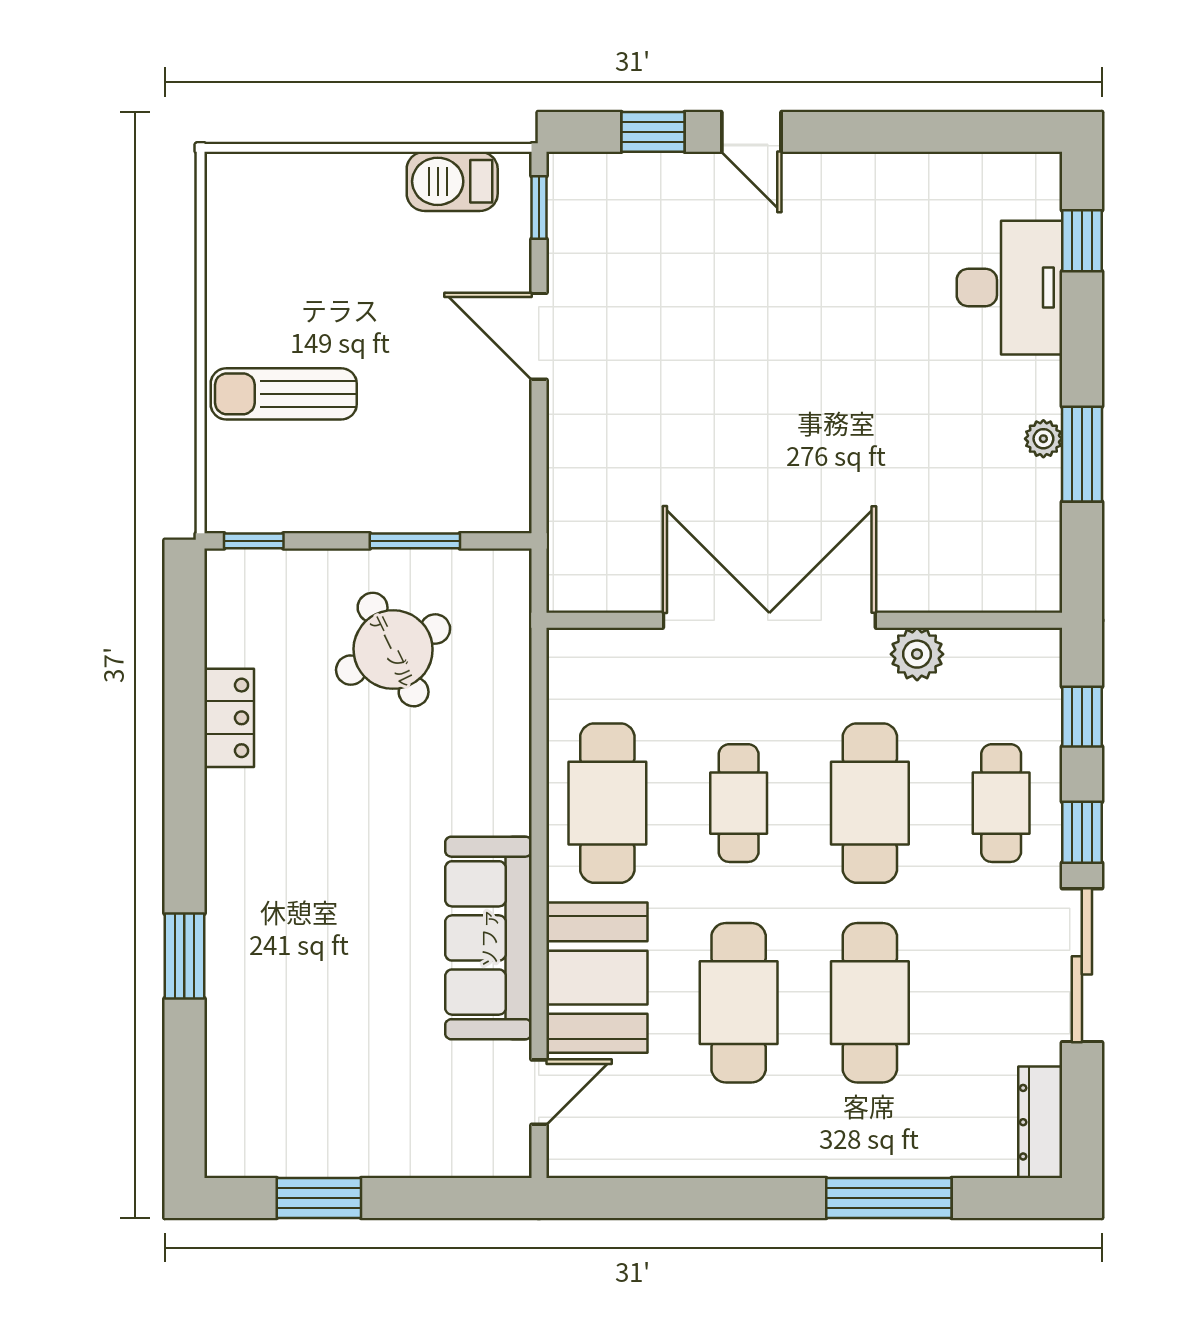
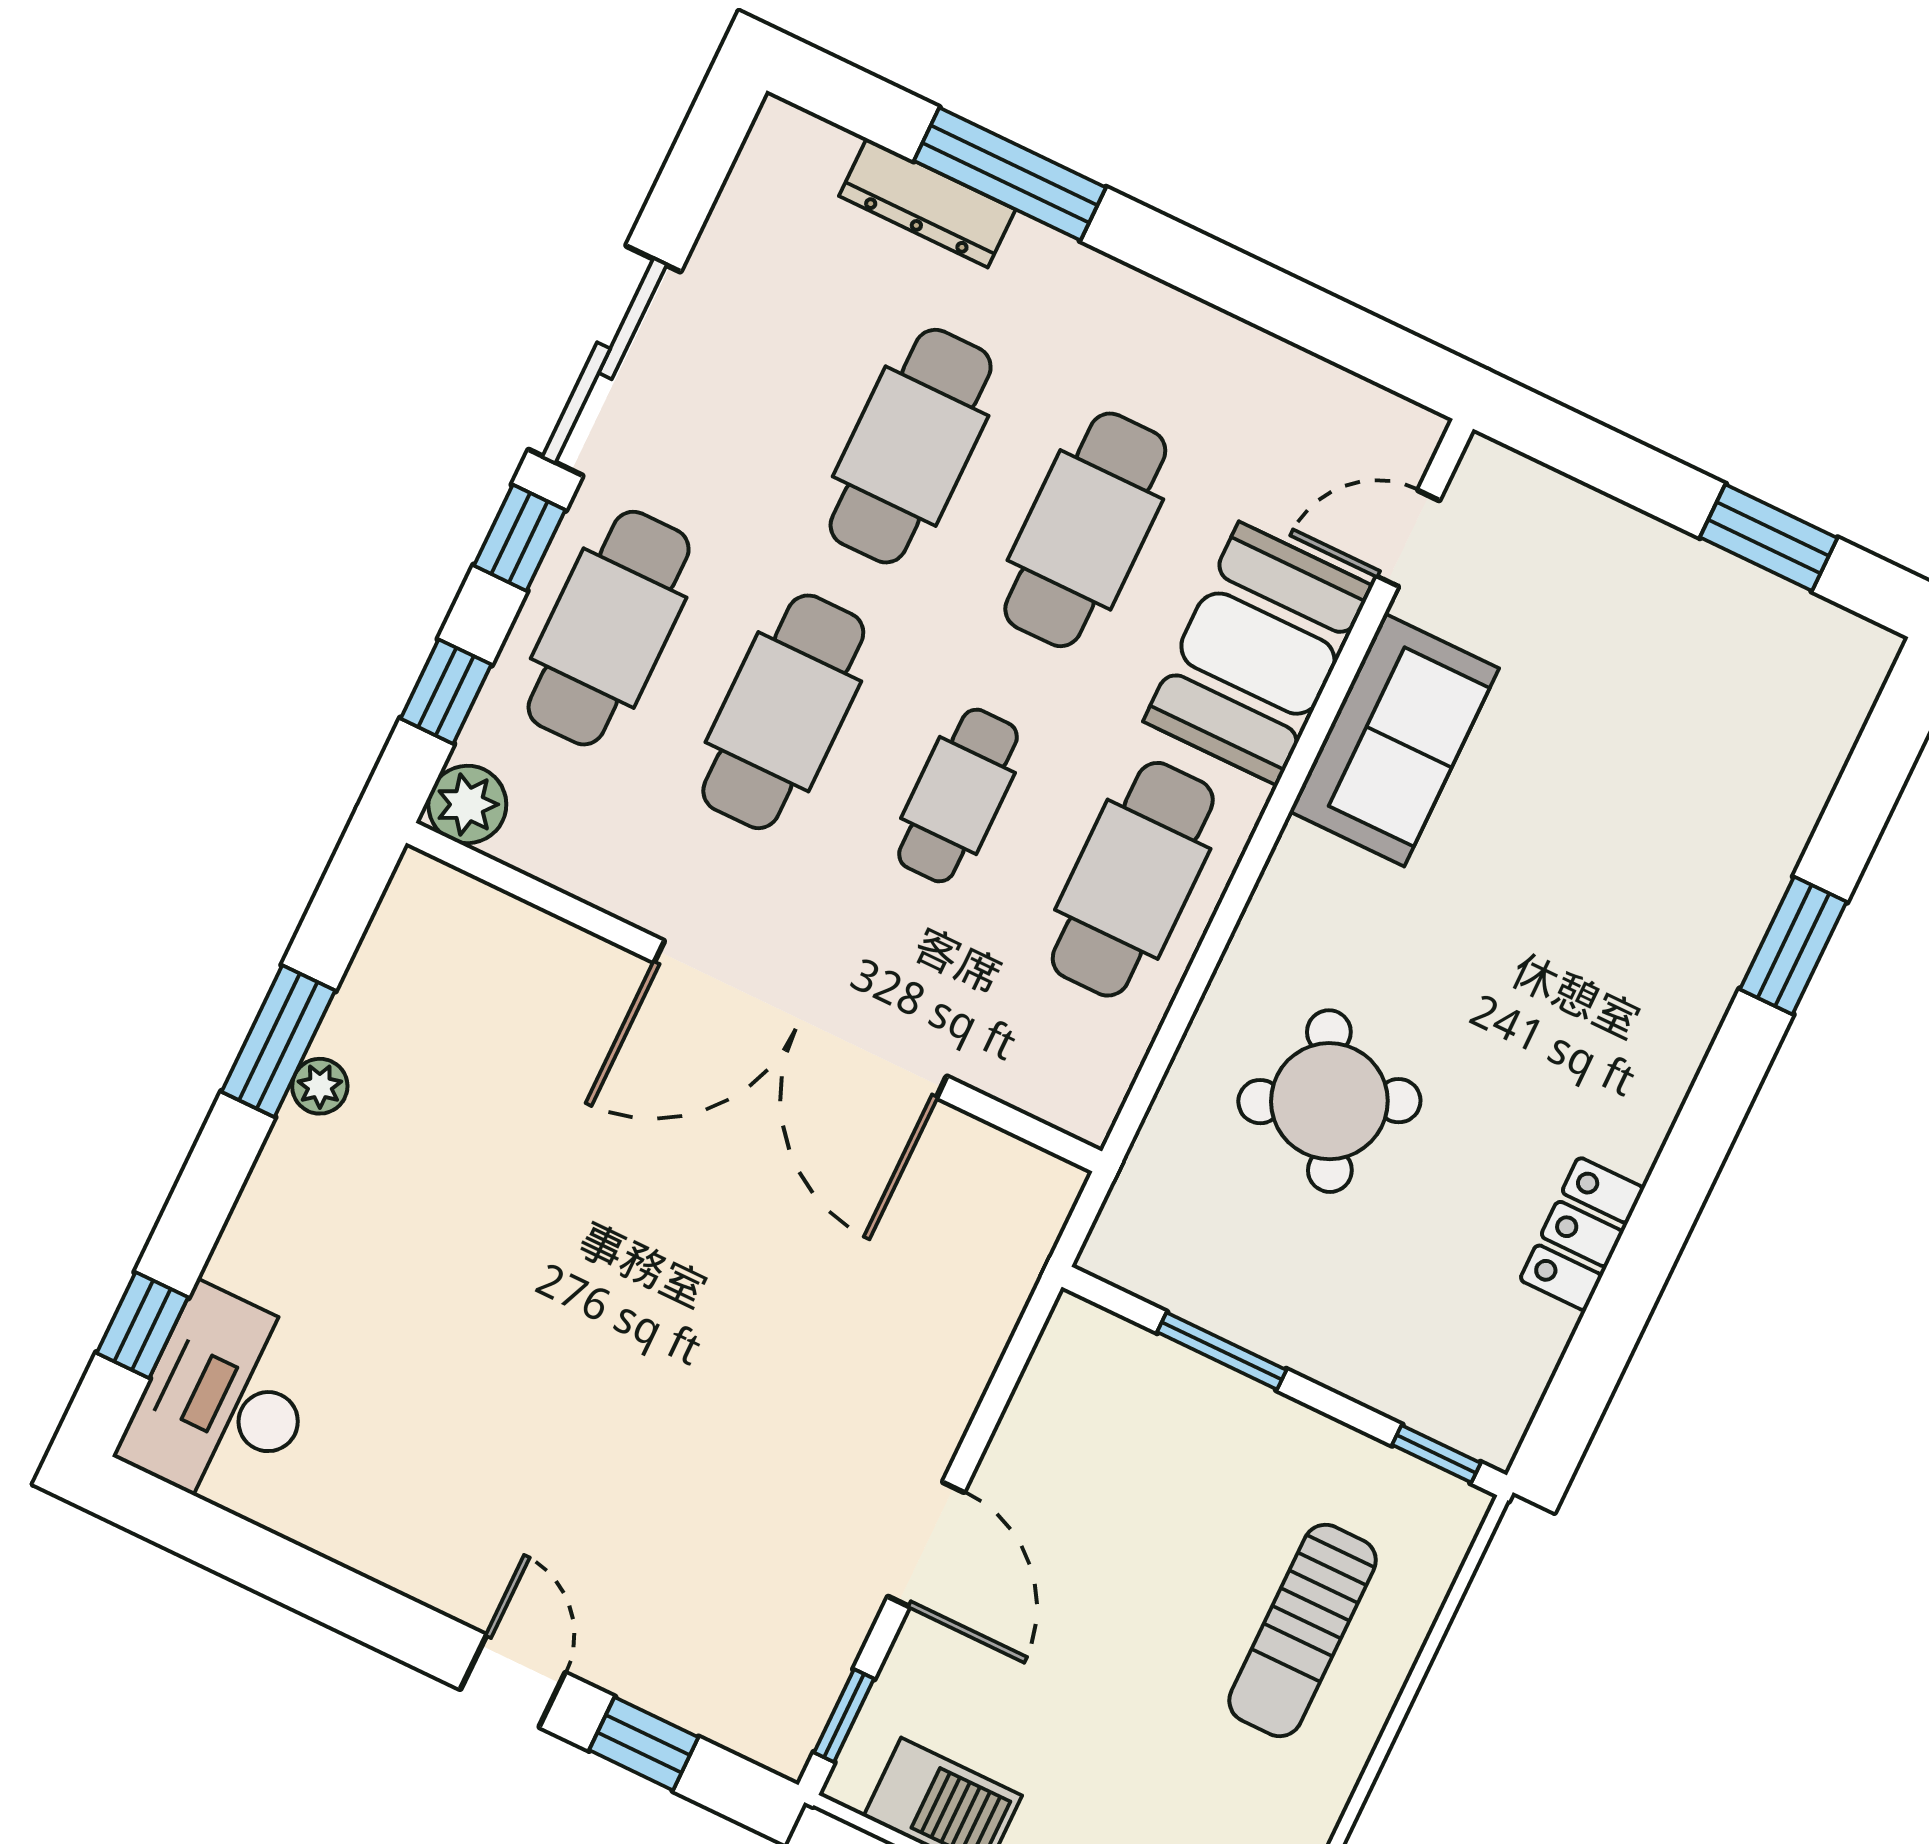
desk: (1009, 288) -> (225, 1401), moved
sun lounger: (284, 394) -> (1303, 1630), turned 90
round table: (393, 650) -> (1329, 1101), moved
plant: (917, 654) -> (467, 804), moved
cafe table: (1001, 803) -> (609, 628), width x1.37, depth x1.35
sofa: (488, 938) -> (1394, 740), width x0.73
dresser: (1040, 1122) -> (927, 203), moved, turned 90

